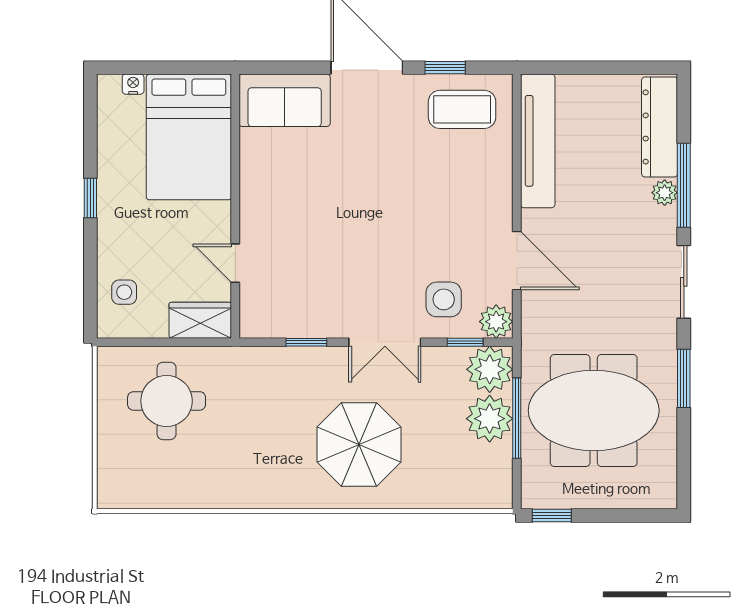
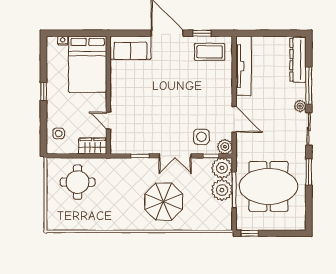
plant: (665, 193) -> (300, 106), moved

